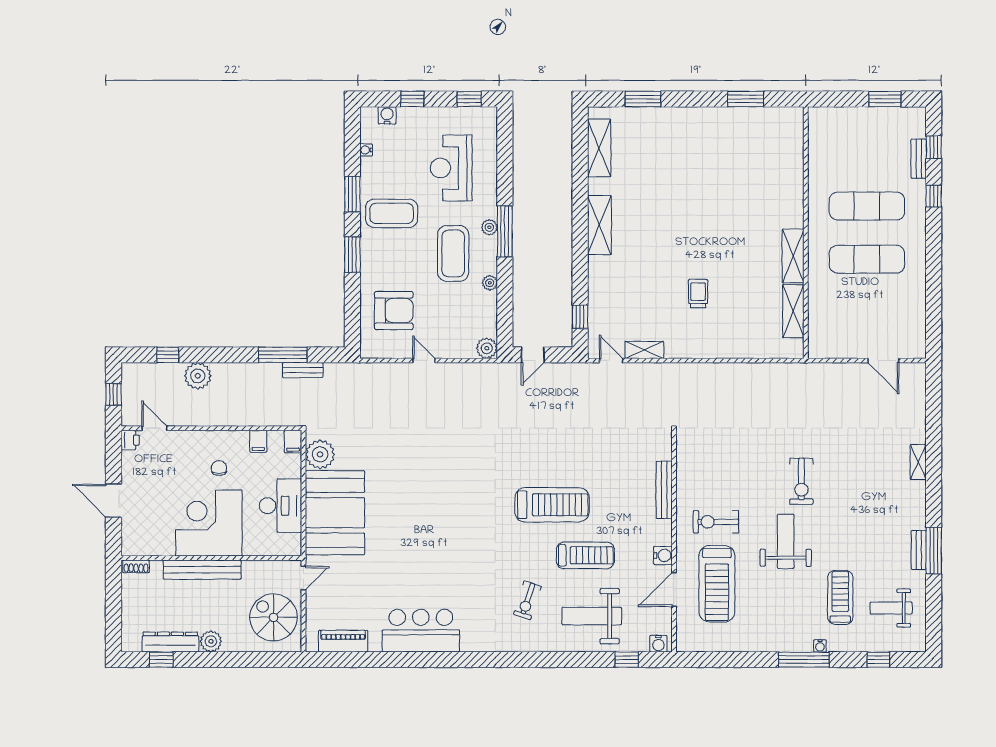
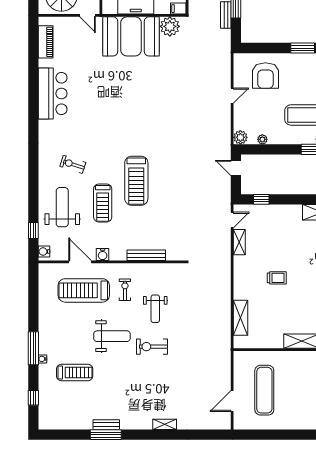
exercise mat: (867, 259) -> (264, 390), moved
plant: (490, 283) -> (262, 139), moved
shelving: (793, 311) -> (241, 318), moved, turned 90
exercise bike: (716, 522) -> (125, 290), width x0.73, depth x0.72
weight bench: (891, 608) -> (155, 309), moved, turned 180

